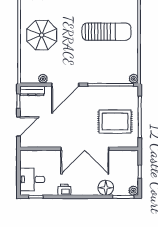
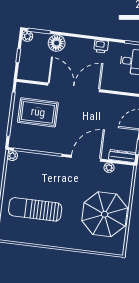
parasol: (42, 35) -> (105, 214), width x1.36, depth x1.36

